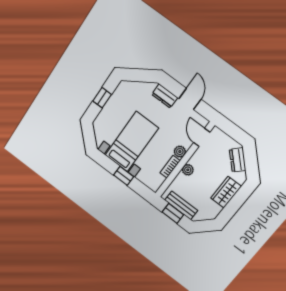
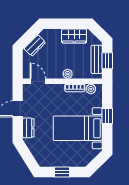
door: (202, 137) -> (38, 81), swing flipped
plant: (180, 152) -> (91, 89), moved
wardrobe: (226, 192) -> (74, 36), moved

